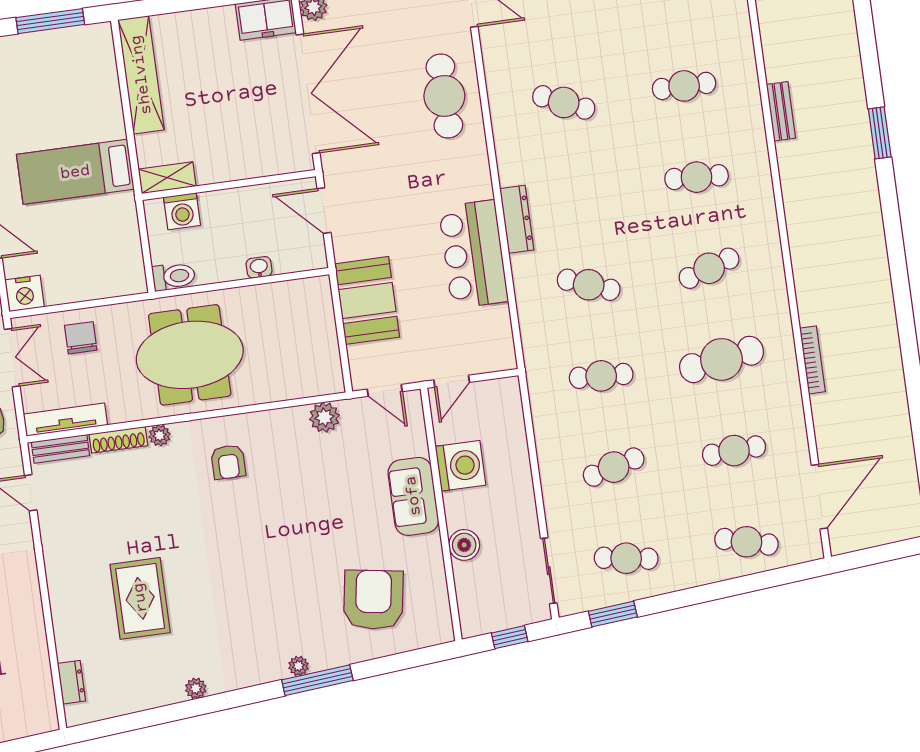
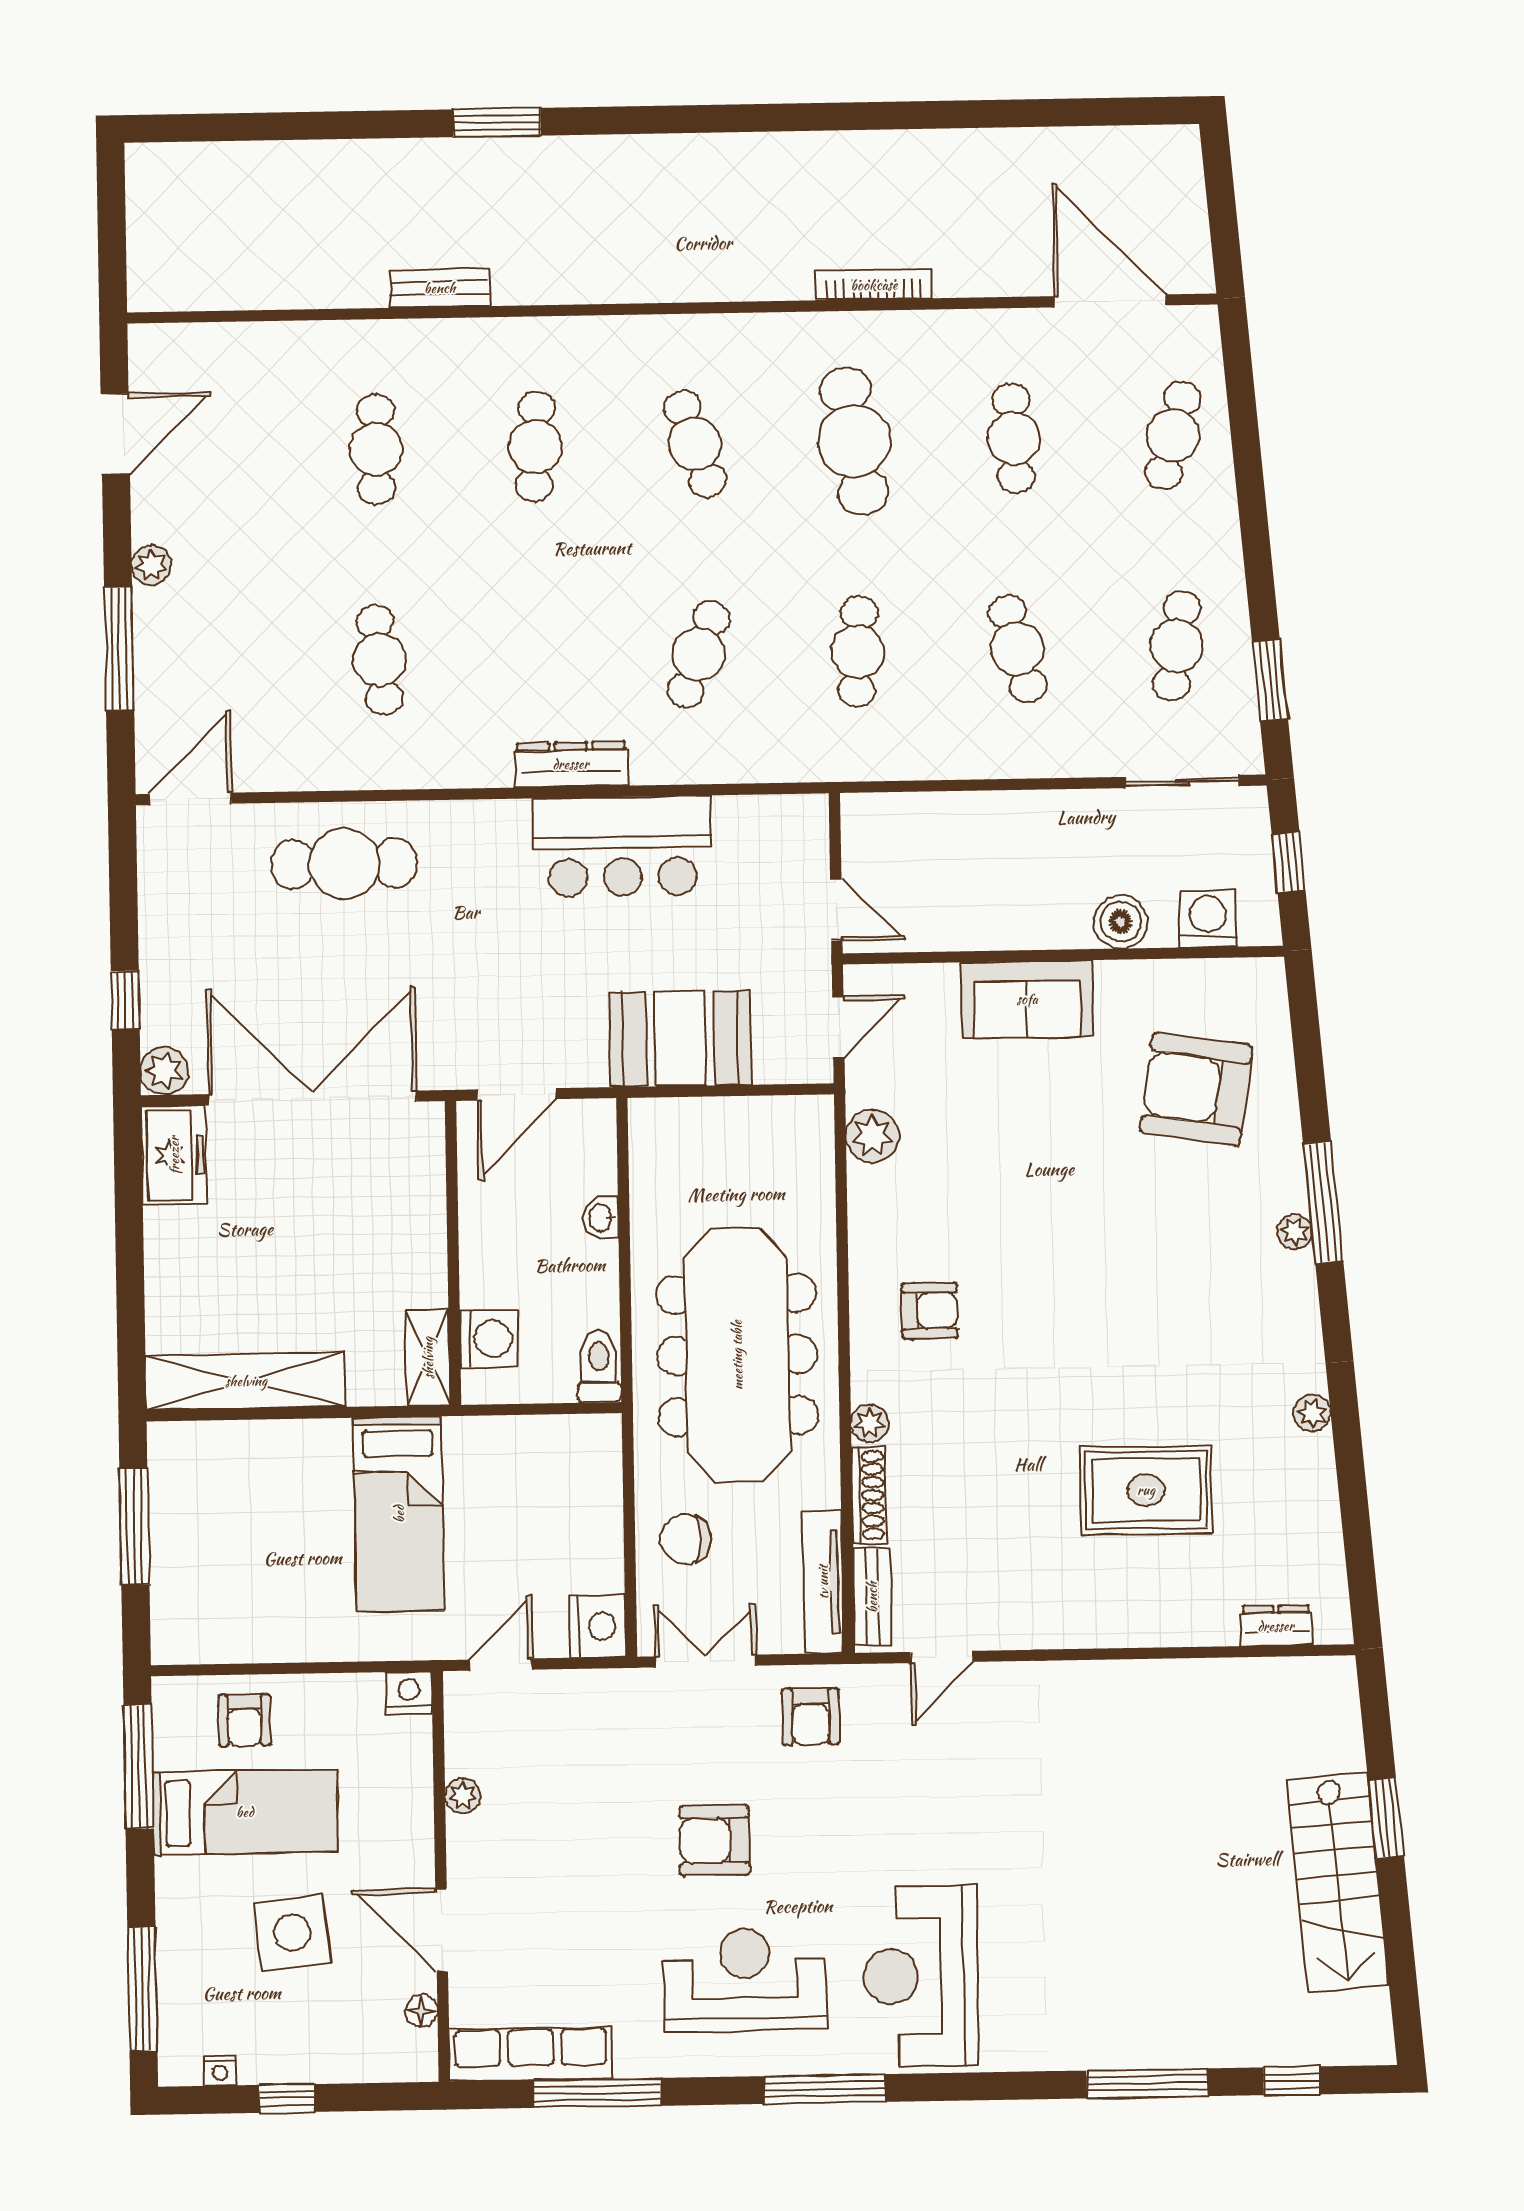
cafe table: (564, 102) -> (380, 660), turned -30
meeting table: (190, 355) -> (737, 1355), width x1.36
washing machine: (461, 466) -> (1208, 918), moved, width x0.73, depth x0.73

